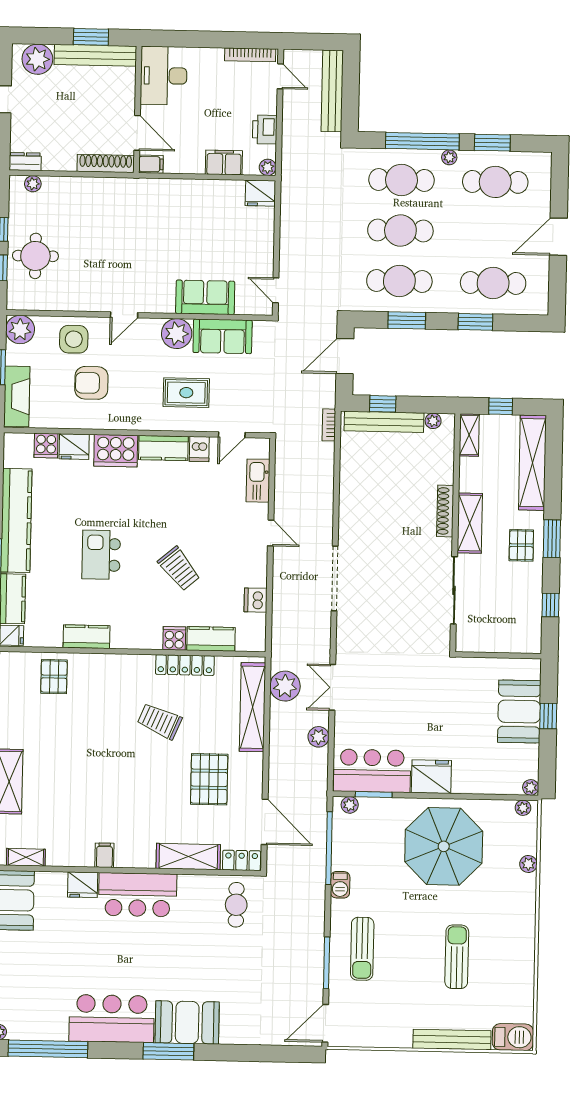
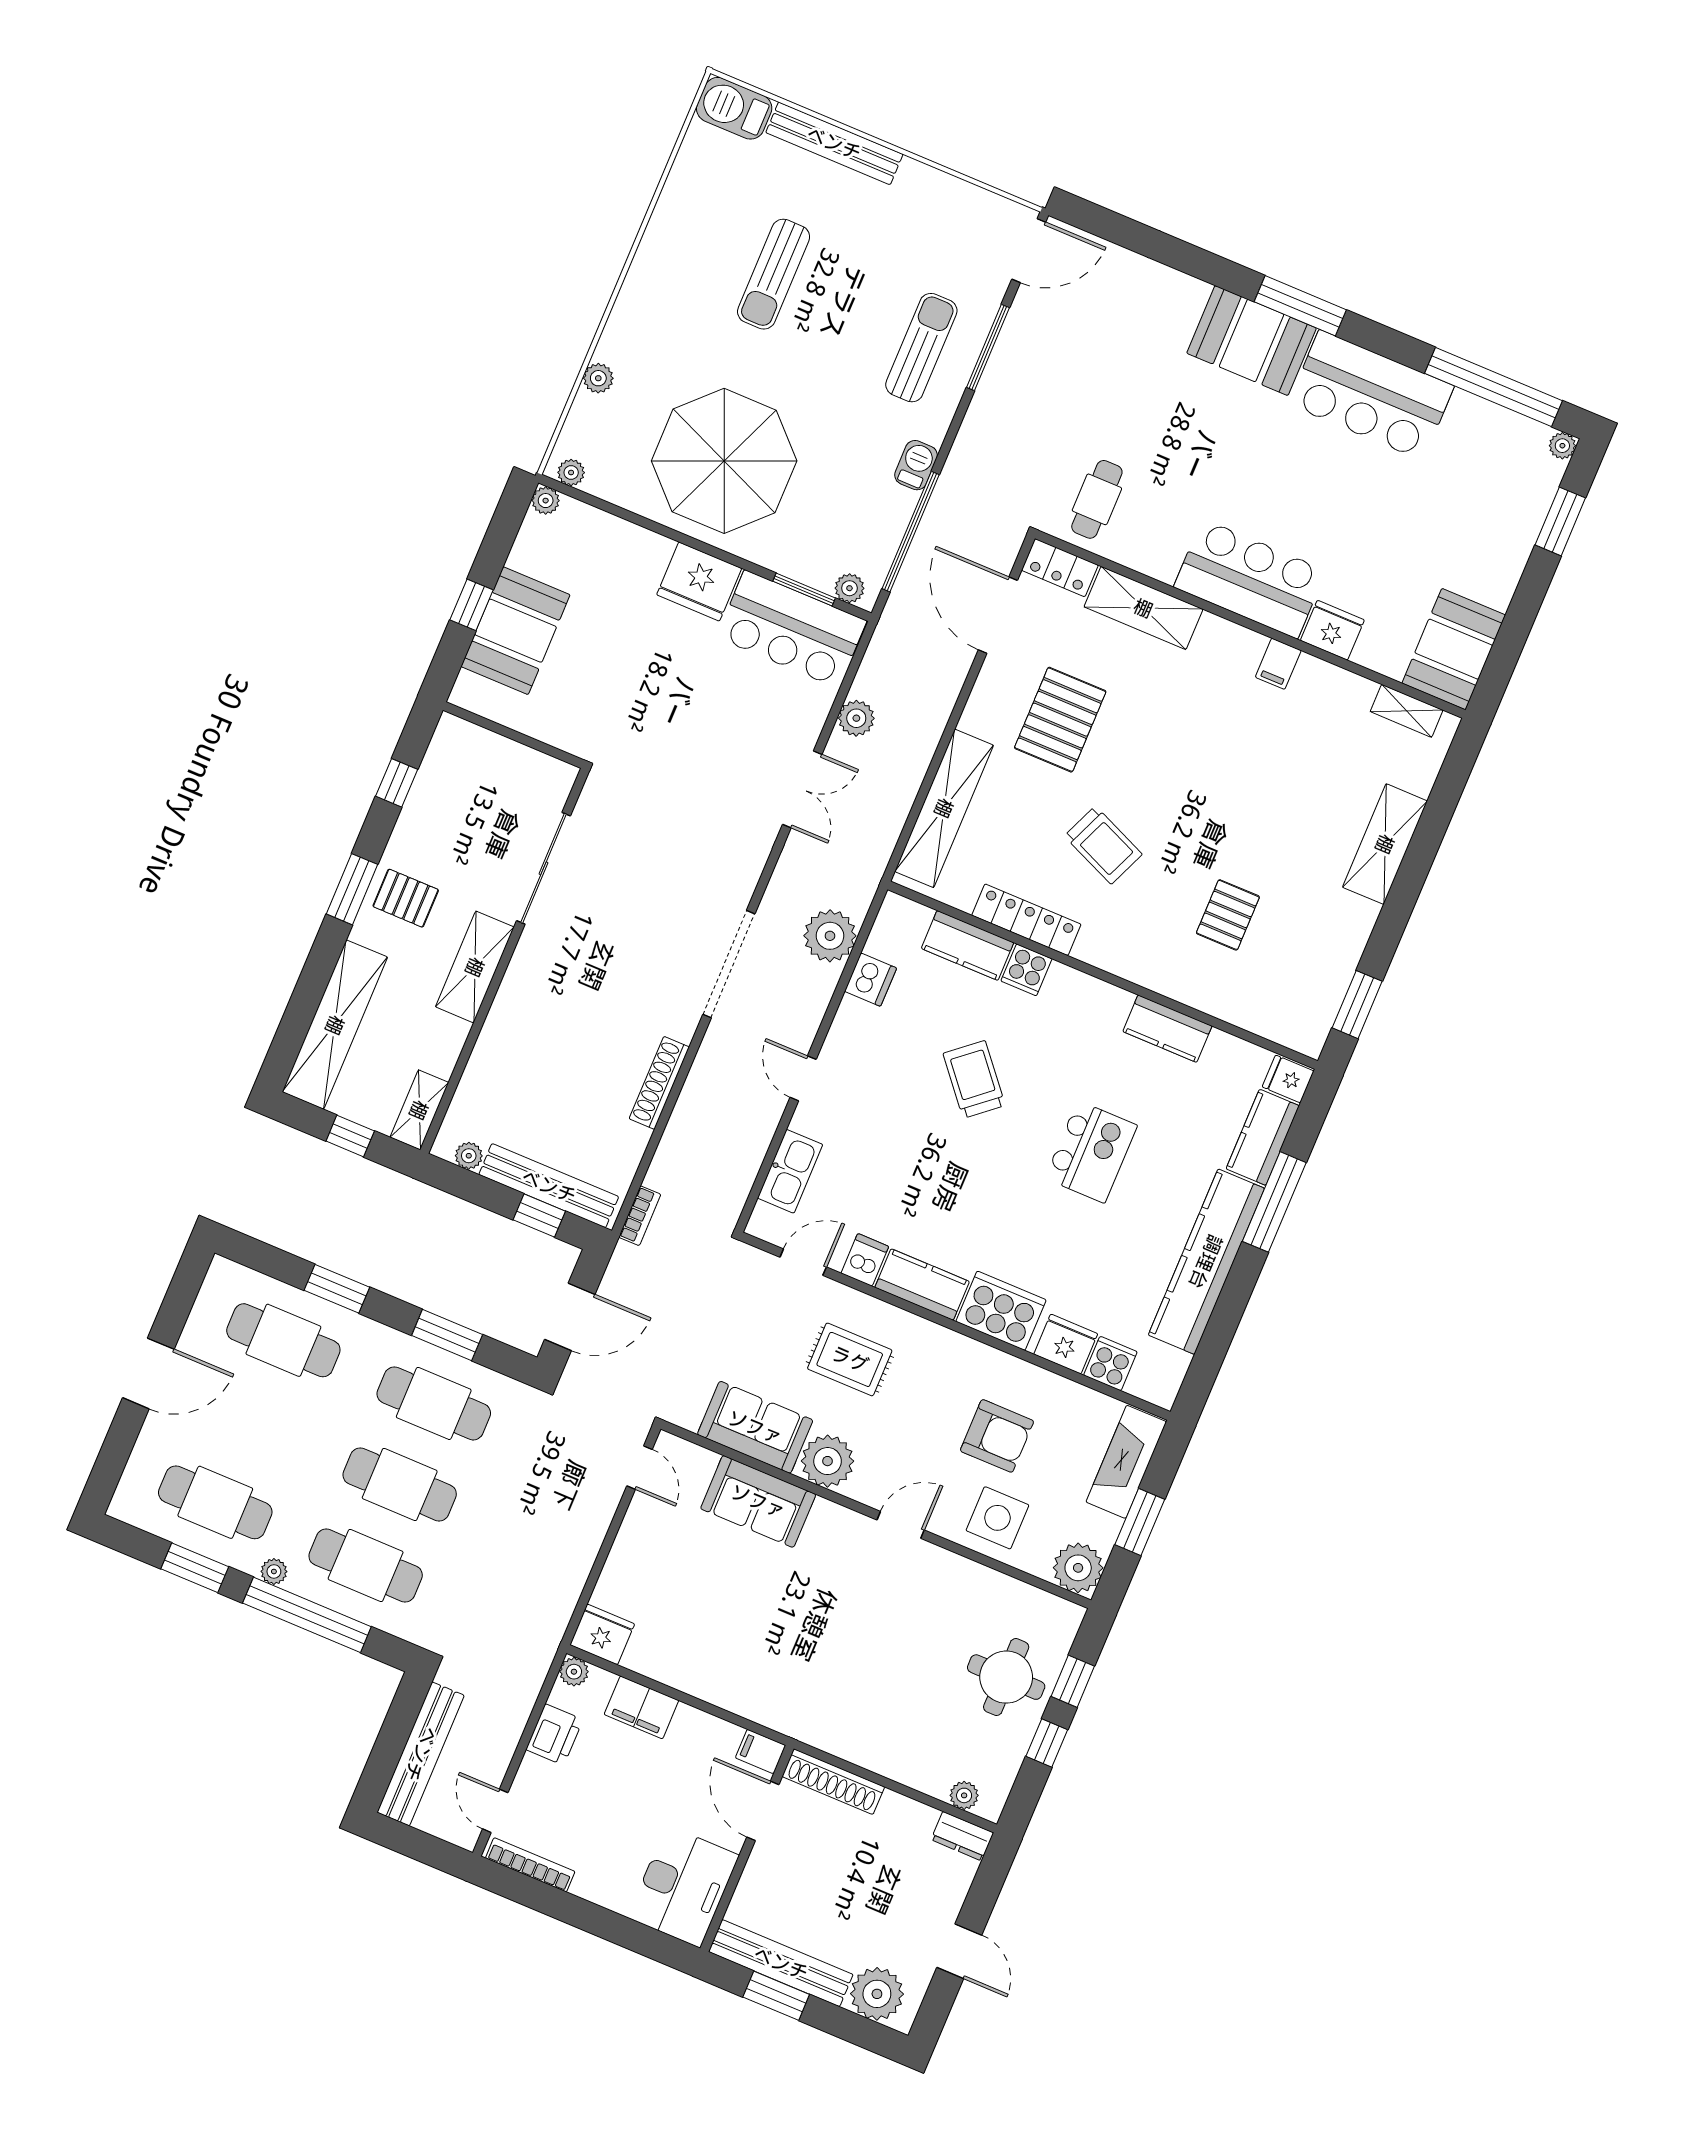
shoe rack: (445, 511) -> (659, 1083), moved, turned 180
pallet: (521, 545) -> (406, 898), turned 90
pallet: (54, 677) -> (1228, 915), moved
plant: (285, 686) -> (830, 936), moved

